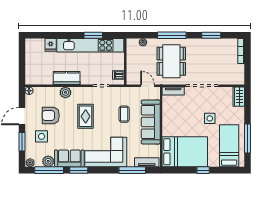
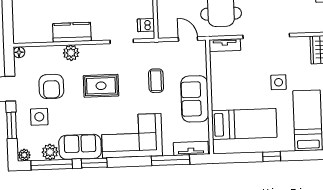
armchair: (51, 115) -> (51, 86), turned -90
rug: (86, 116) -> (101, 86), turned 90
sofa: (151, 122) -> (195, 99), width x0.73
bed: (185, 152) -> (244, 124), width x0.67

